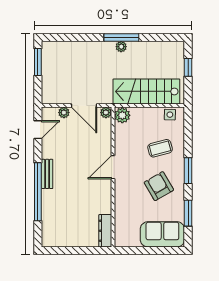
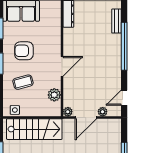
door: (84, 105) -> (86, 118), swing flipped
plant: (122, 115) -> (54, 95), moved
bench: (47, 174) -> (116, 21), moved
armchair: (159, 186) -> (24, 51), turned 120

